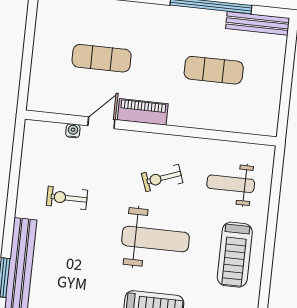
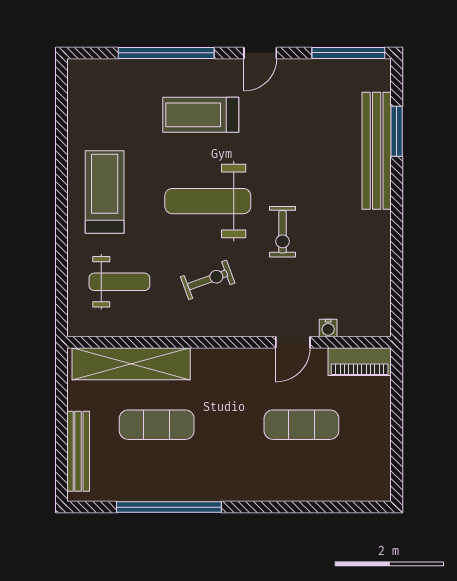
bench: (258, 23) -> (78, 451), moved, turned 90
piano: (143, 112) -> (360, 362), moved
shelving: (228, 119) -> (131, 364), added
exercise bike: (67, 198) -> (283, 232), moved, turned 90

